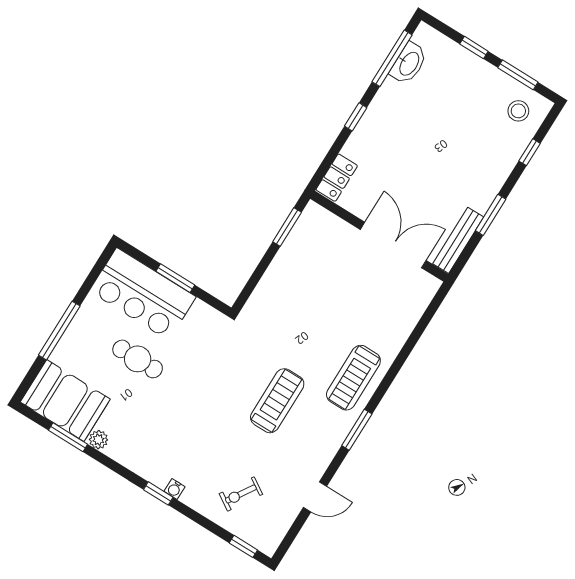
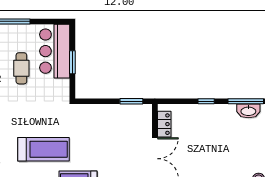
locker: (337, 178) -> (164, 124), moved, turned -90
treadmill: (277, 401) -> (44, 149), width x1.37, depth x1.38

